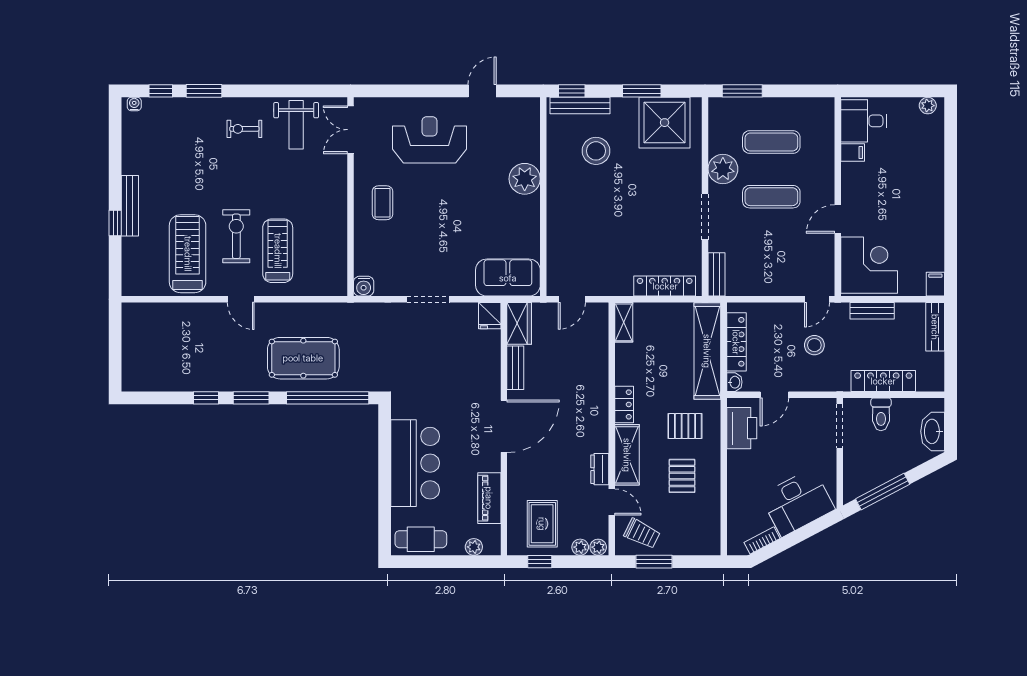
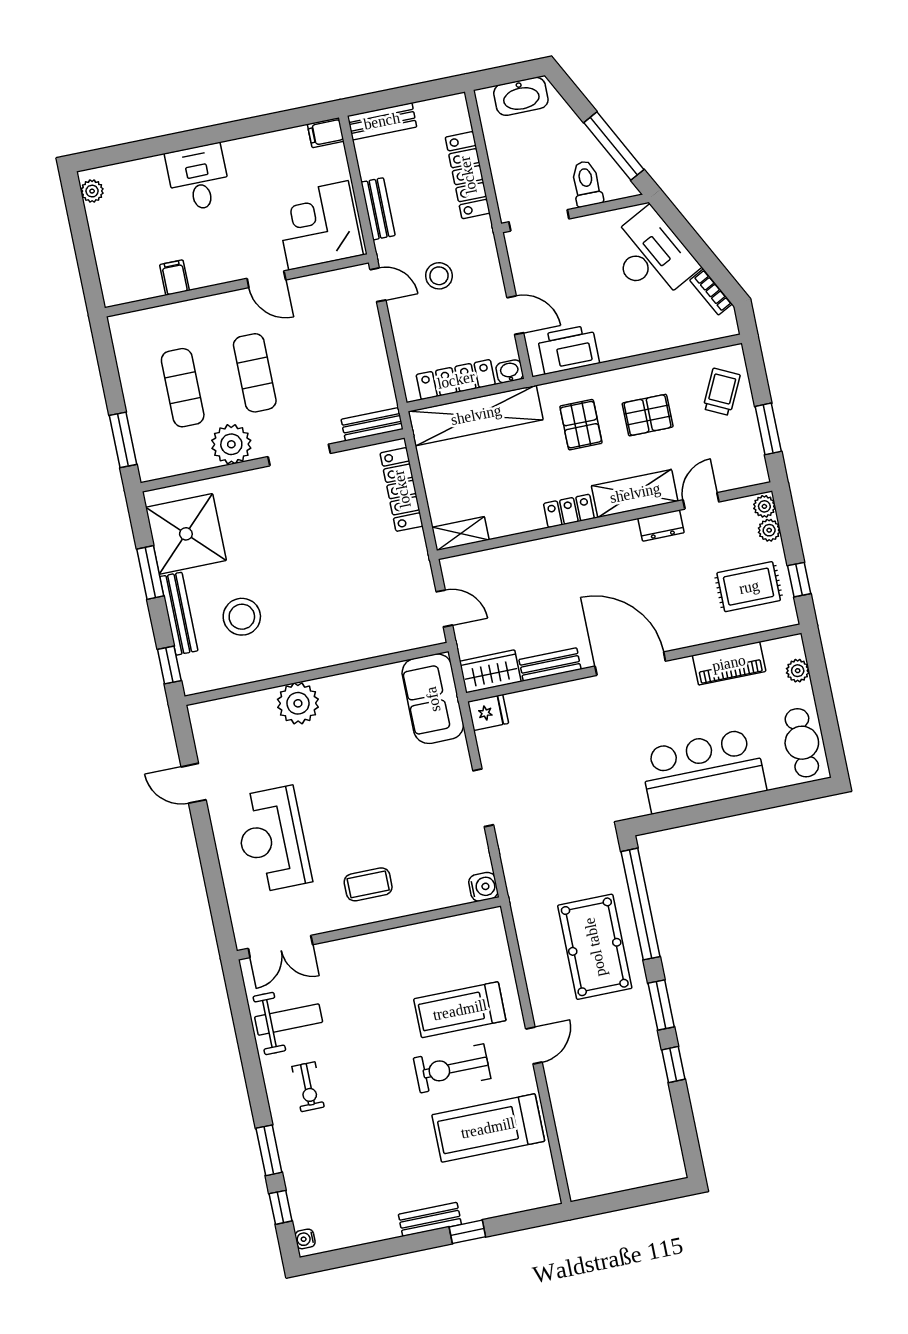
bench: (580, 106) -> (179, 614), moved
desk: (864, 121) -> (198, 178), moved, turned 180
bench: (130, 206) -> (430, 1219), width x0.73
toilet: (881, 414) -> (587, 184), moved, turned -90
trolley: (642, 534) -> (722, 392), moved

